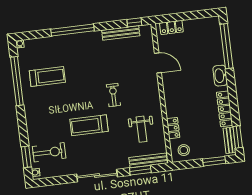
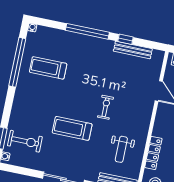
window: (134, 22) -> (125, 39), moved
treadmill: (47, 77) -> (48, 68), turned 180
locker: (173, 128) -> (153, 153), width x1.53

